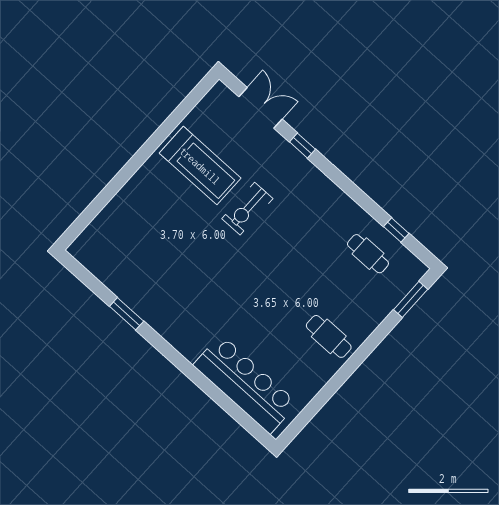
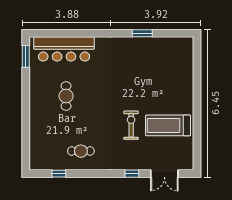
cafe table: (368, 254) -> (81, 151), moved
window: (411, 299) -> (26, 56), moved
cafe table: (329, 336) -> (66, 96), moved, turned 90

